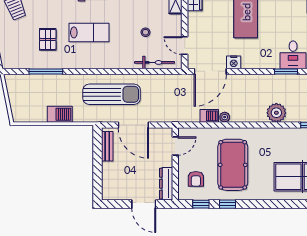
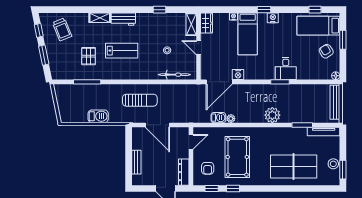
door: (185, 46) -> (199, 48), moved
sun lounger: (112, 94) -> (140, 100), width x0.73, depth x0.75
bench: (107, 146) -> (136, 162), moved

